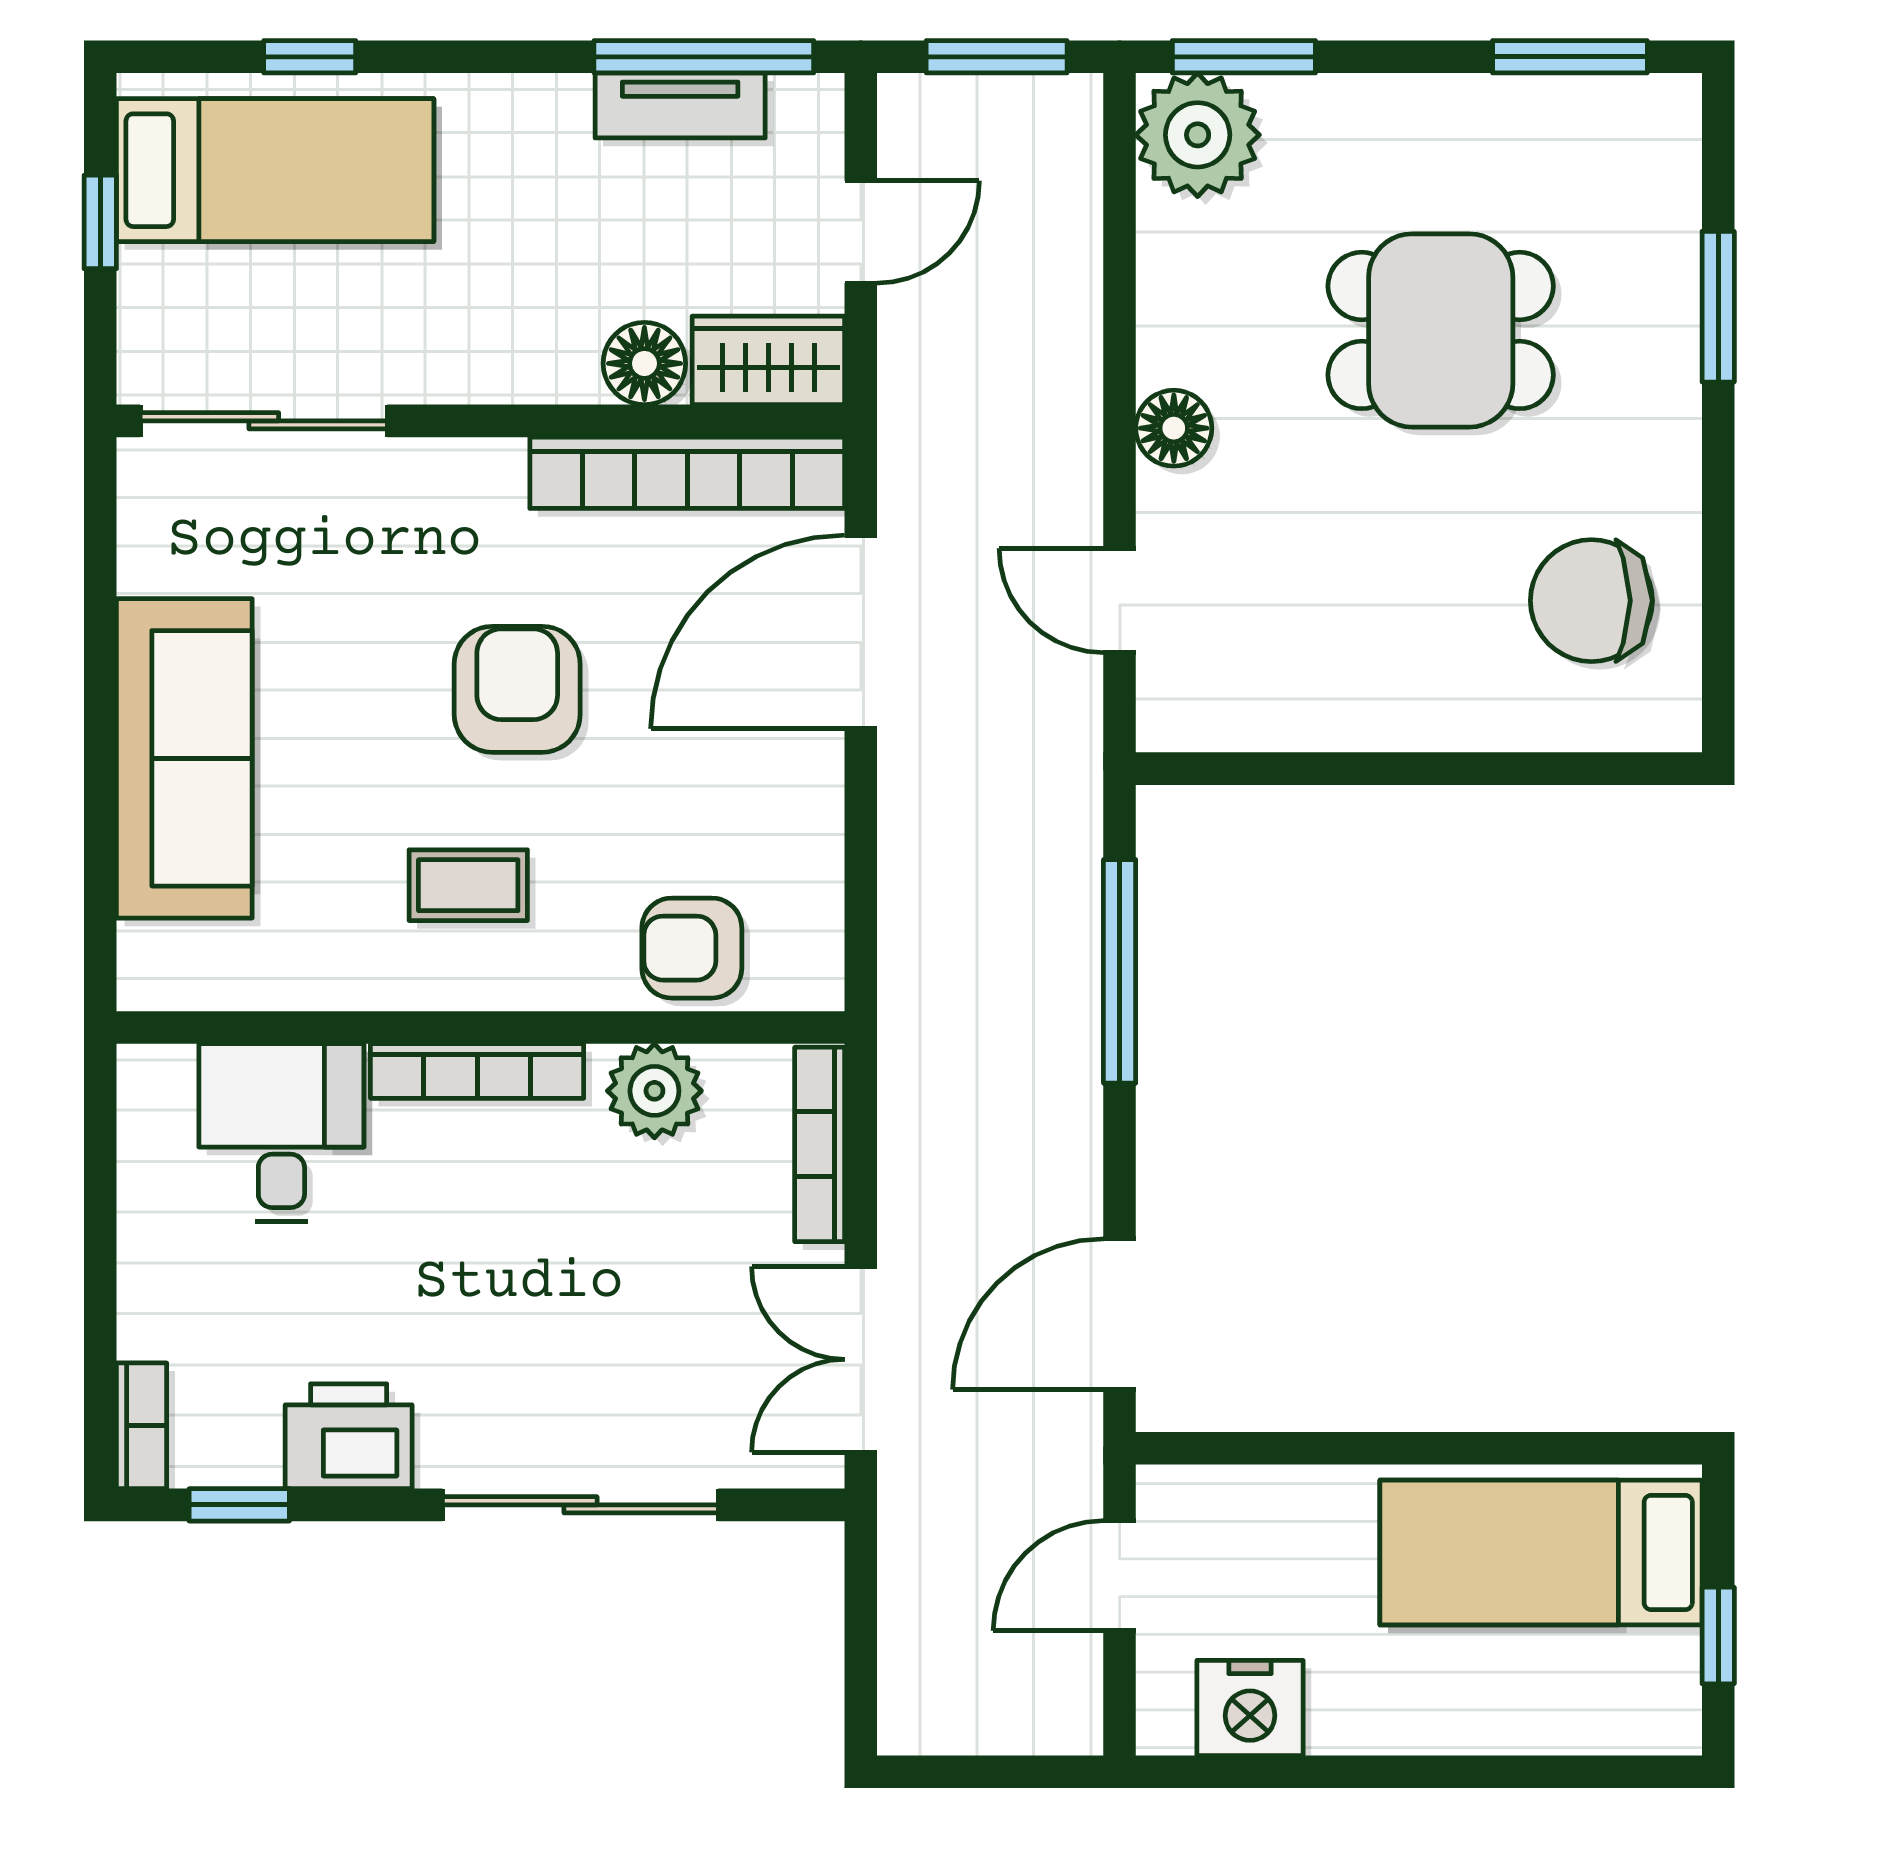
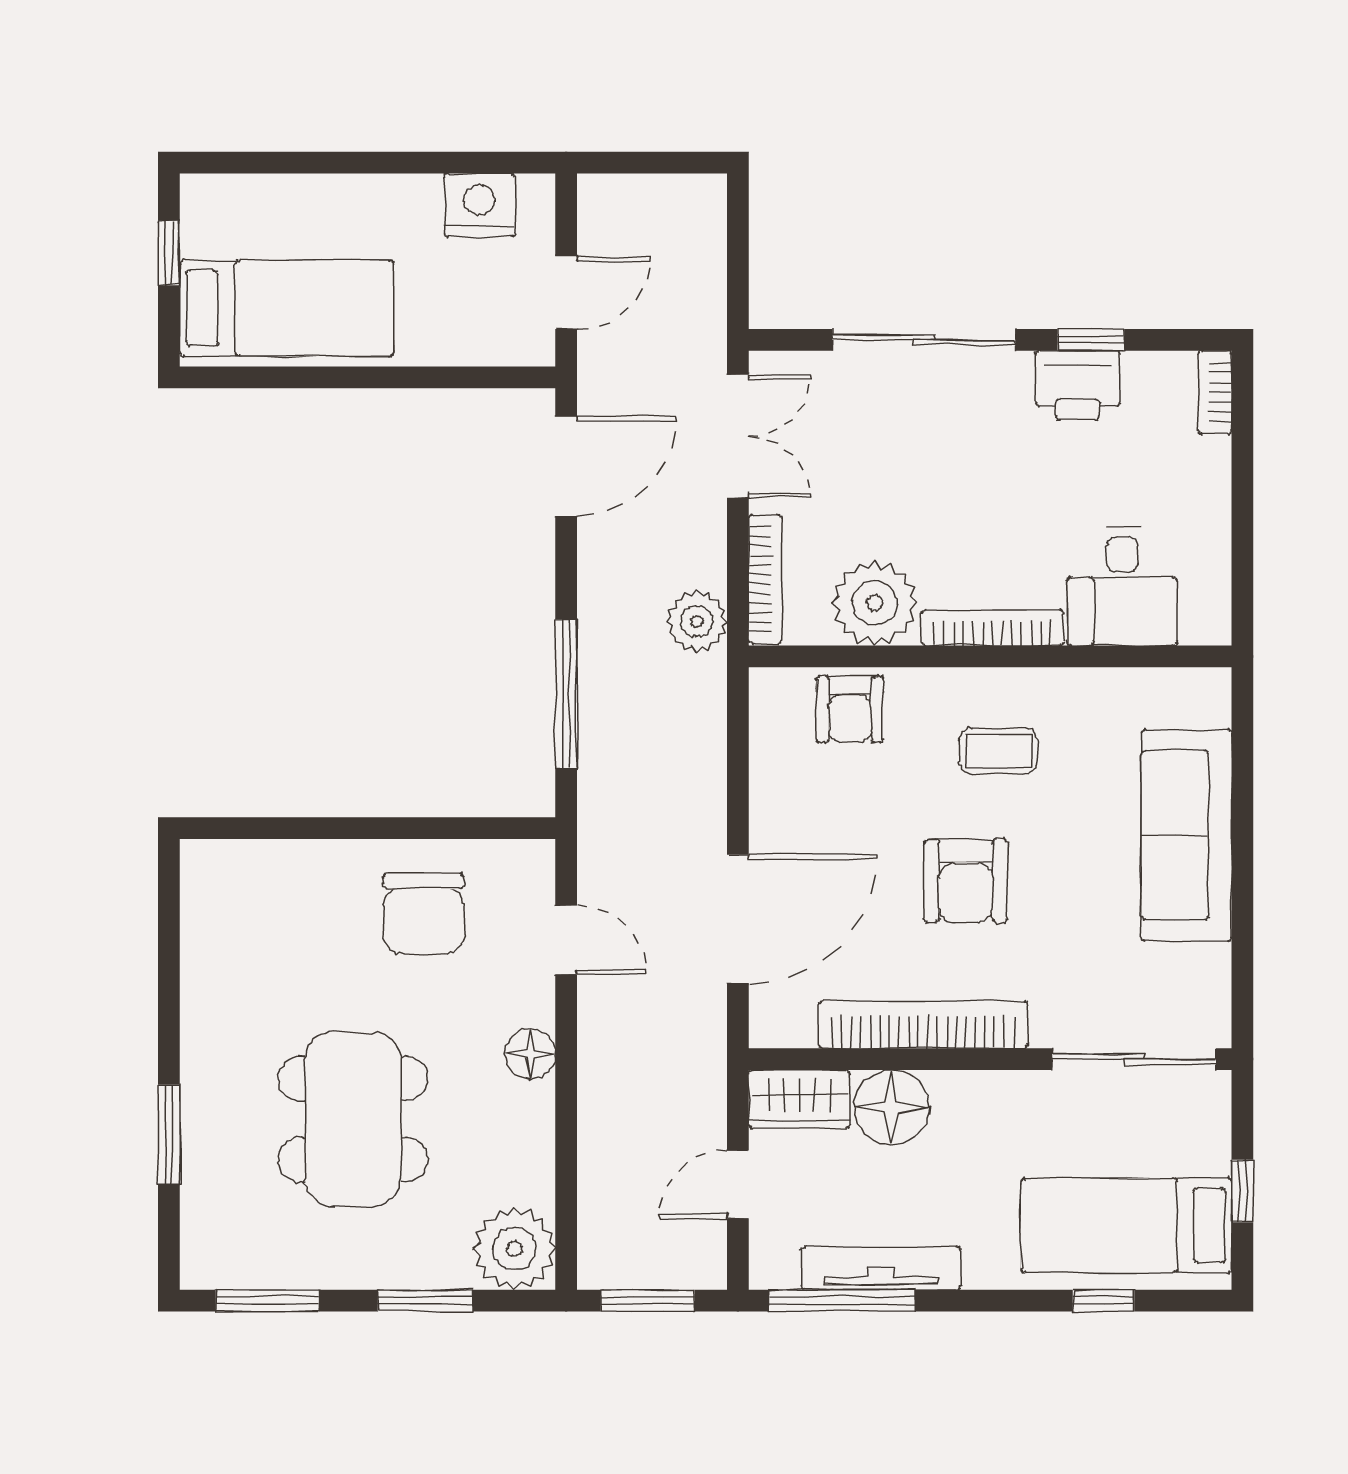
window: (1244, 57) -> (425, 1301), moved
tv unit: (680, 105) -> (881, 1268), width x1.41
dining table: (1441, 330) -> (353, 1119), width x1.38
floor lamp: (644, 363) -> (892, 1107), width x1.38, depth x1.38
bookcase: (687, 473) -> (923, 1025), moved
chair: (1591, 601) -> (424, 913), moved, turned 90
armchair: (692, 948) -> (850, 709), turned 90
plant: (923, 1080) -> (697, 621), added
plant: (654, 1091) -> (875, 603), width x1.36, depth x1.36
window: (239, 1505) -> (1091, 340), moved

